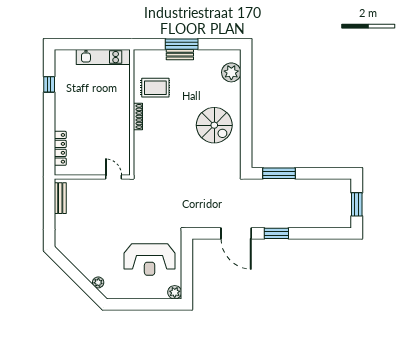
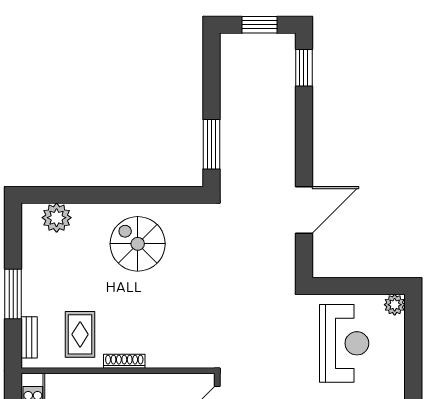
bench: (180, 55) -> (29, 337), moved
spiral stairs: (214, 125) -> (138, 244), turned -90
window: (276, 233) -> (304, 68), moved

